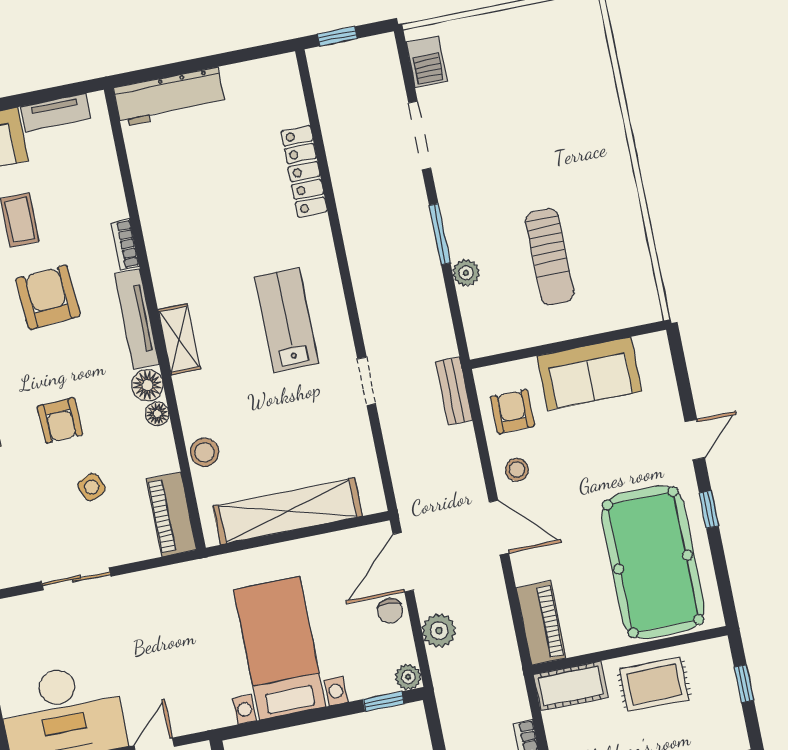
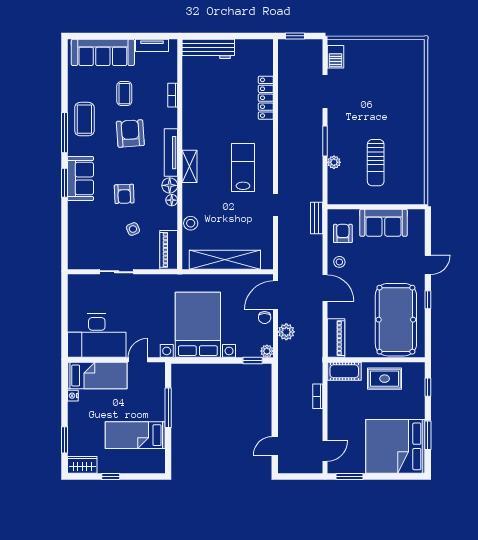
bookcase: (125, 244) -> (173, 95), moved
bed with nightstands: (280, 648) -> (198, 325), width x1.36

